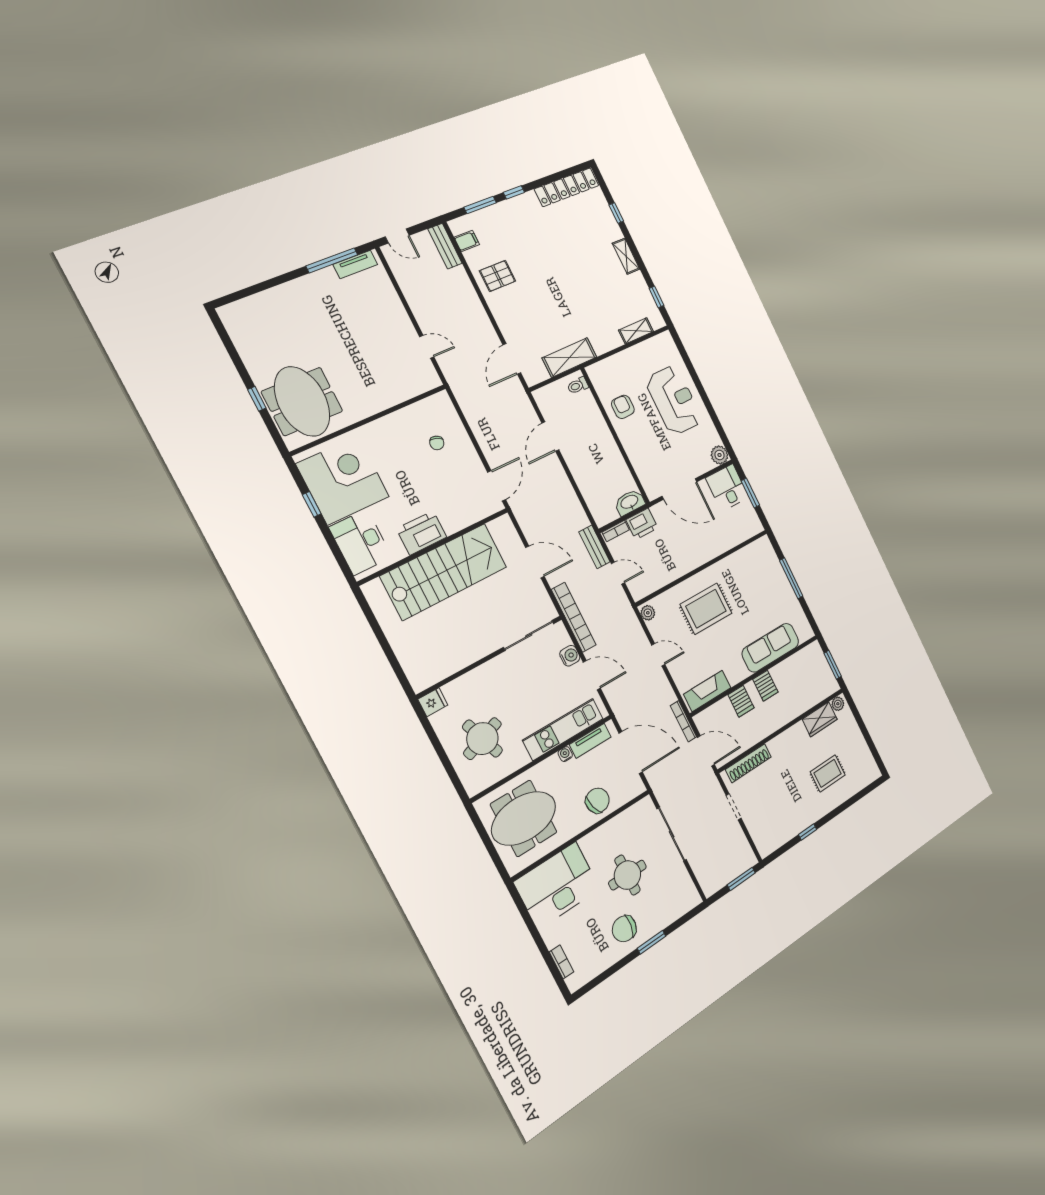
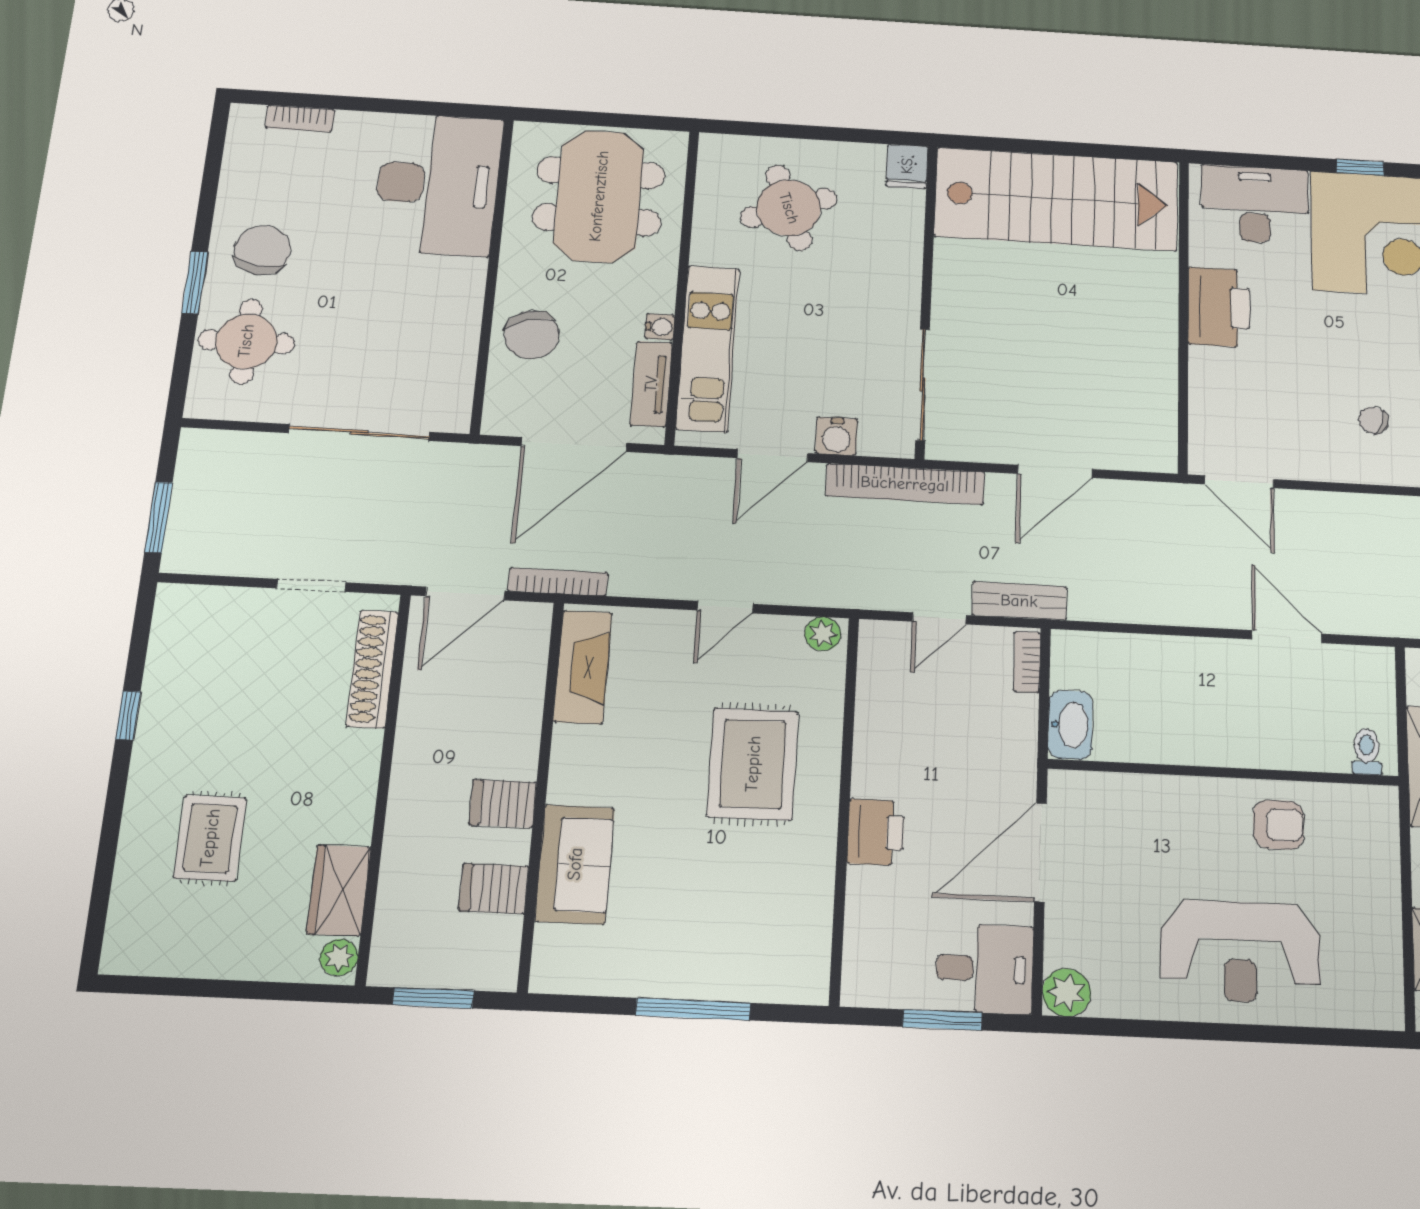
printer: (642, 524) -> (876, 832), moved, turned 180
stairs: (444, 571) -> (1057, 199), moved, turned -90
sofa: (770, 648) -> (575, 864), width x0.73
server rack: (741, 701) -> (494, 889), moved
round table: (627, 875) -> (246, 341), moved

